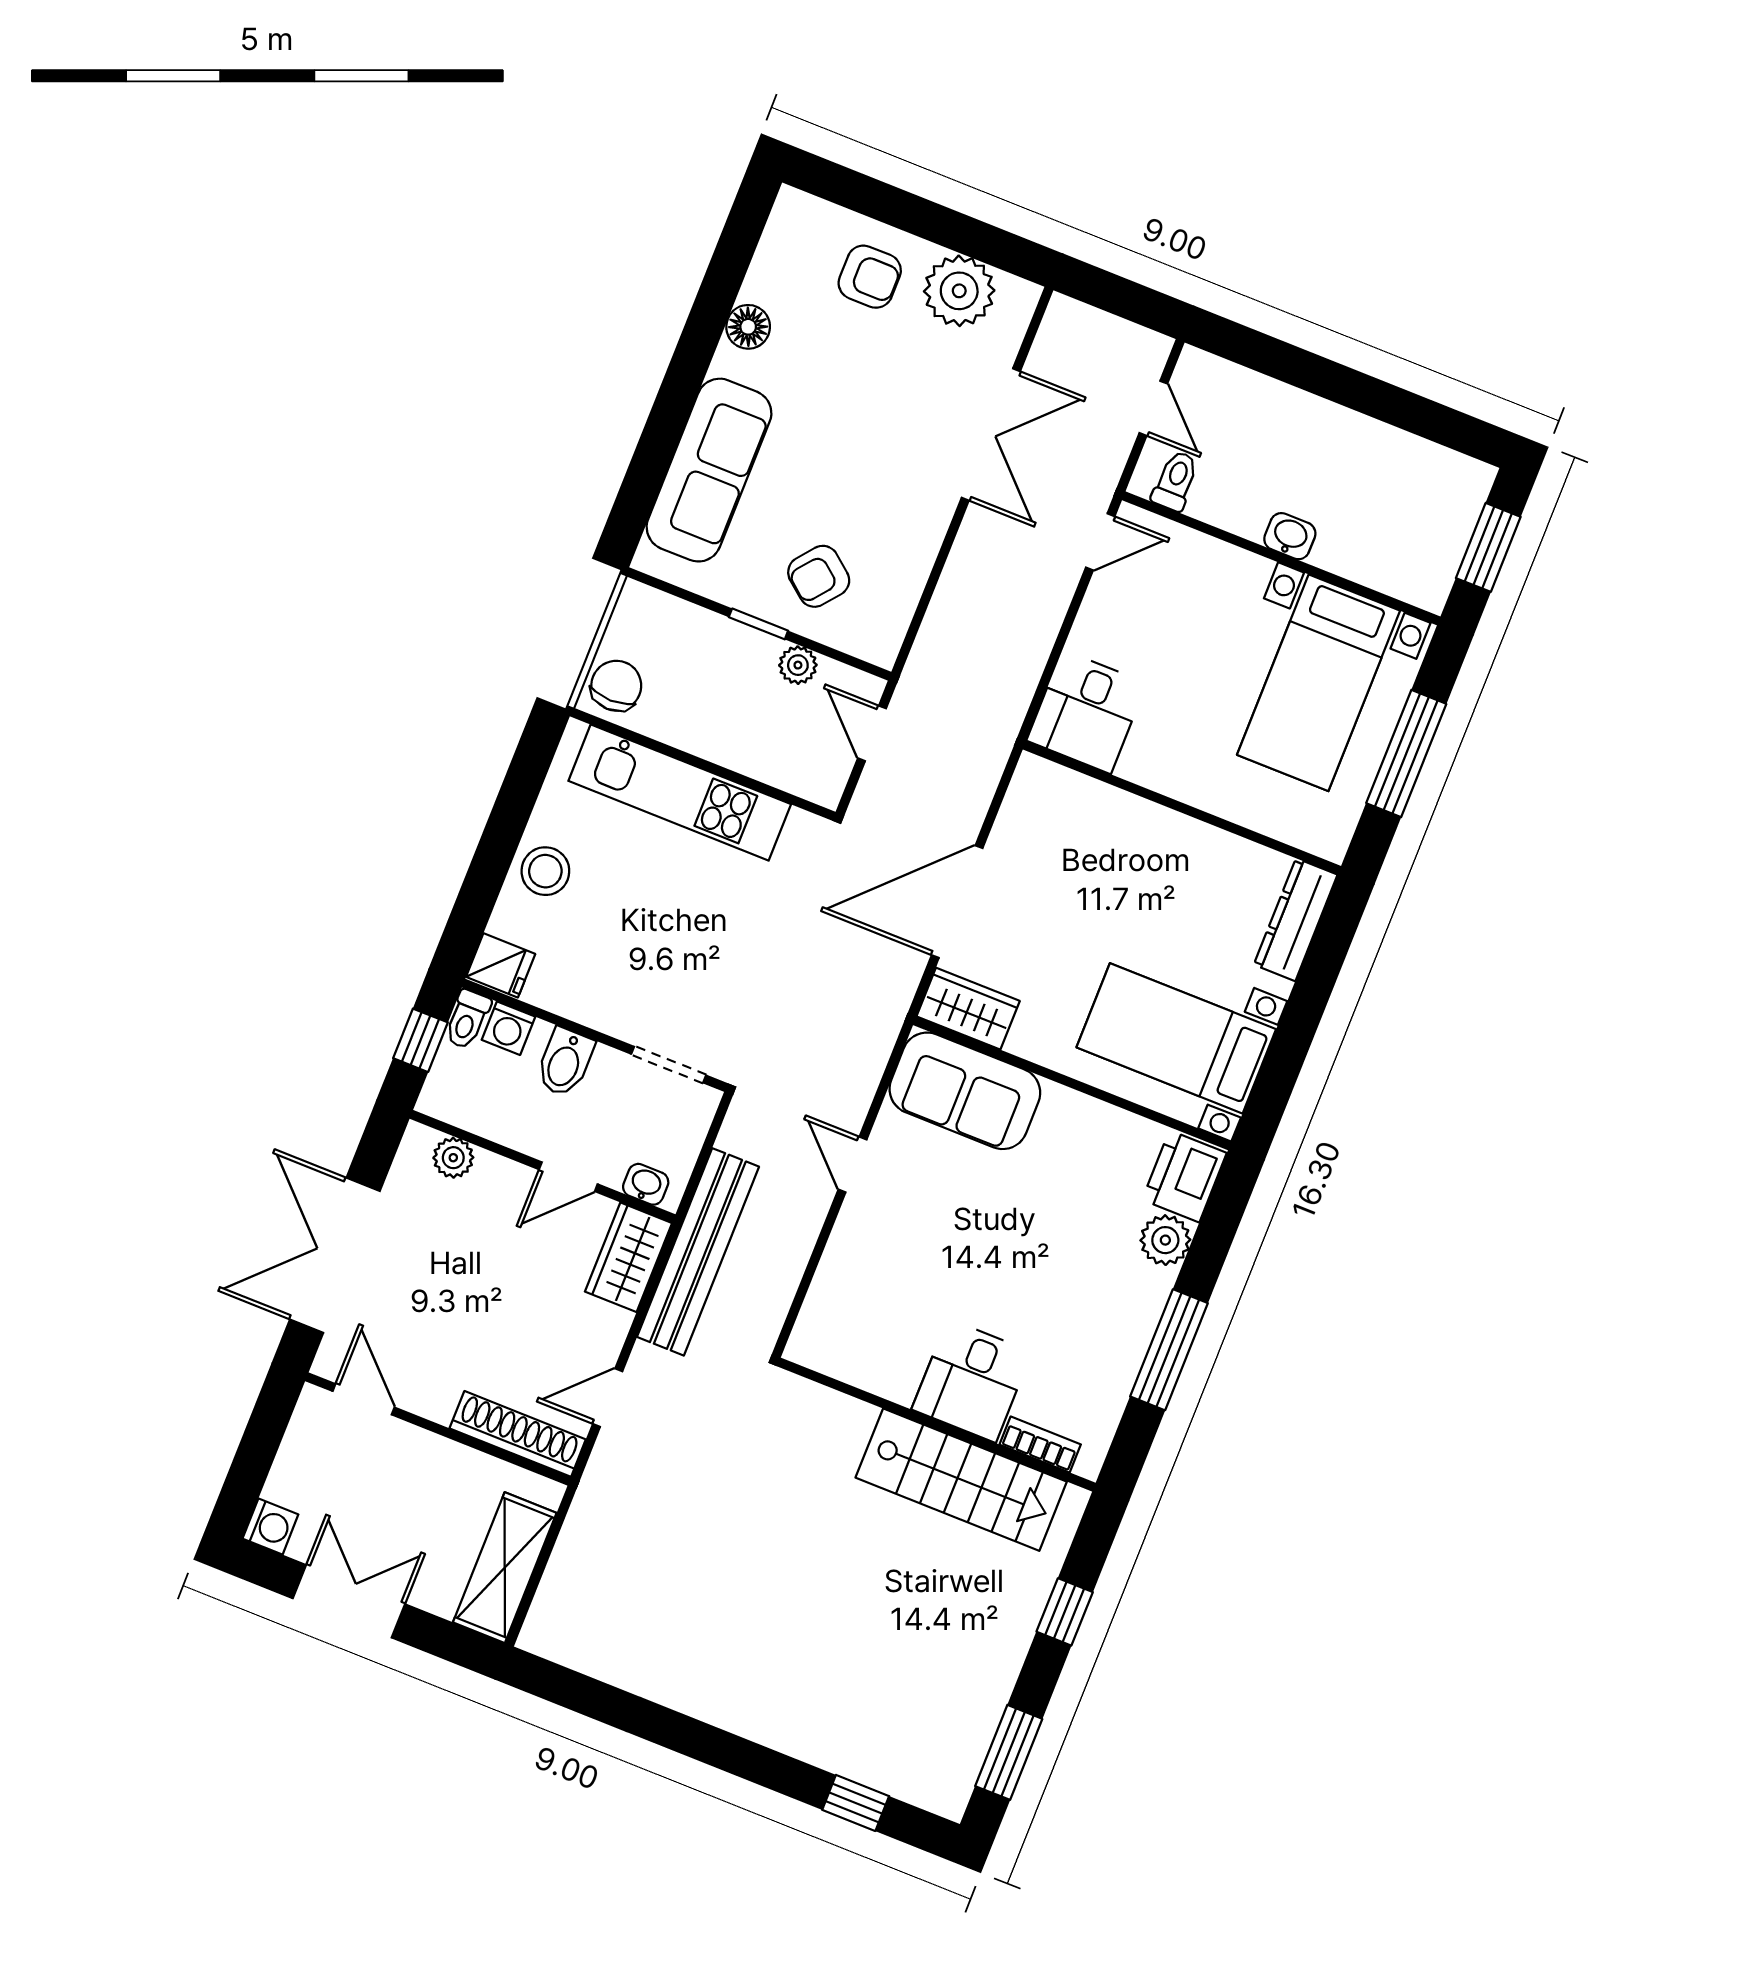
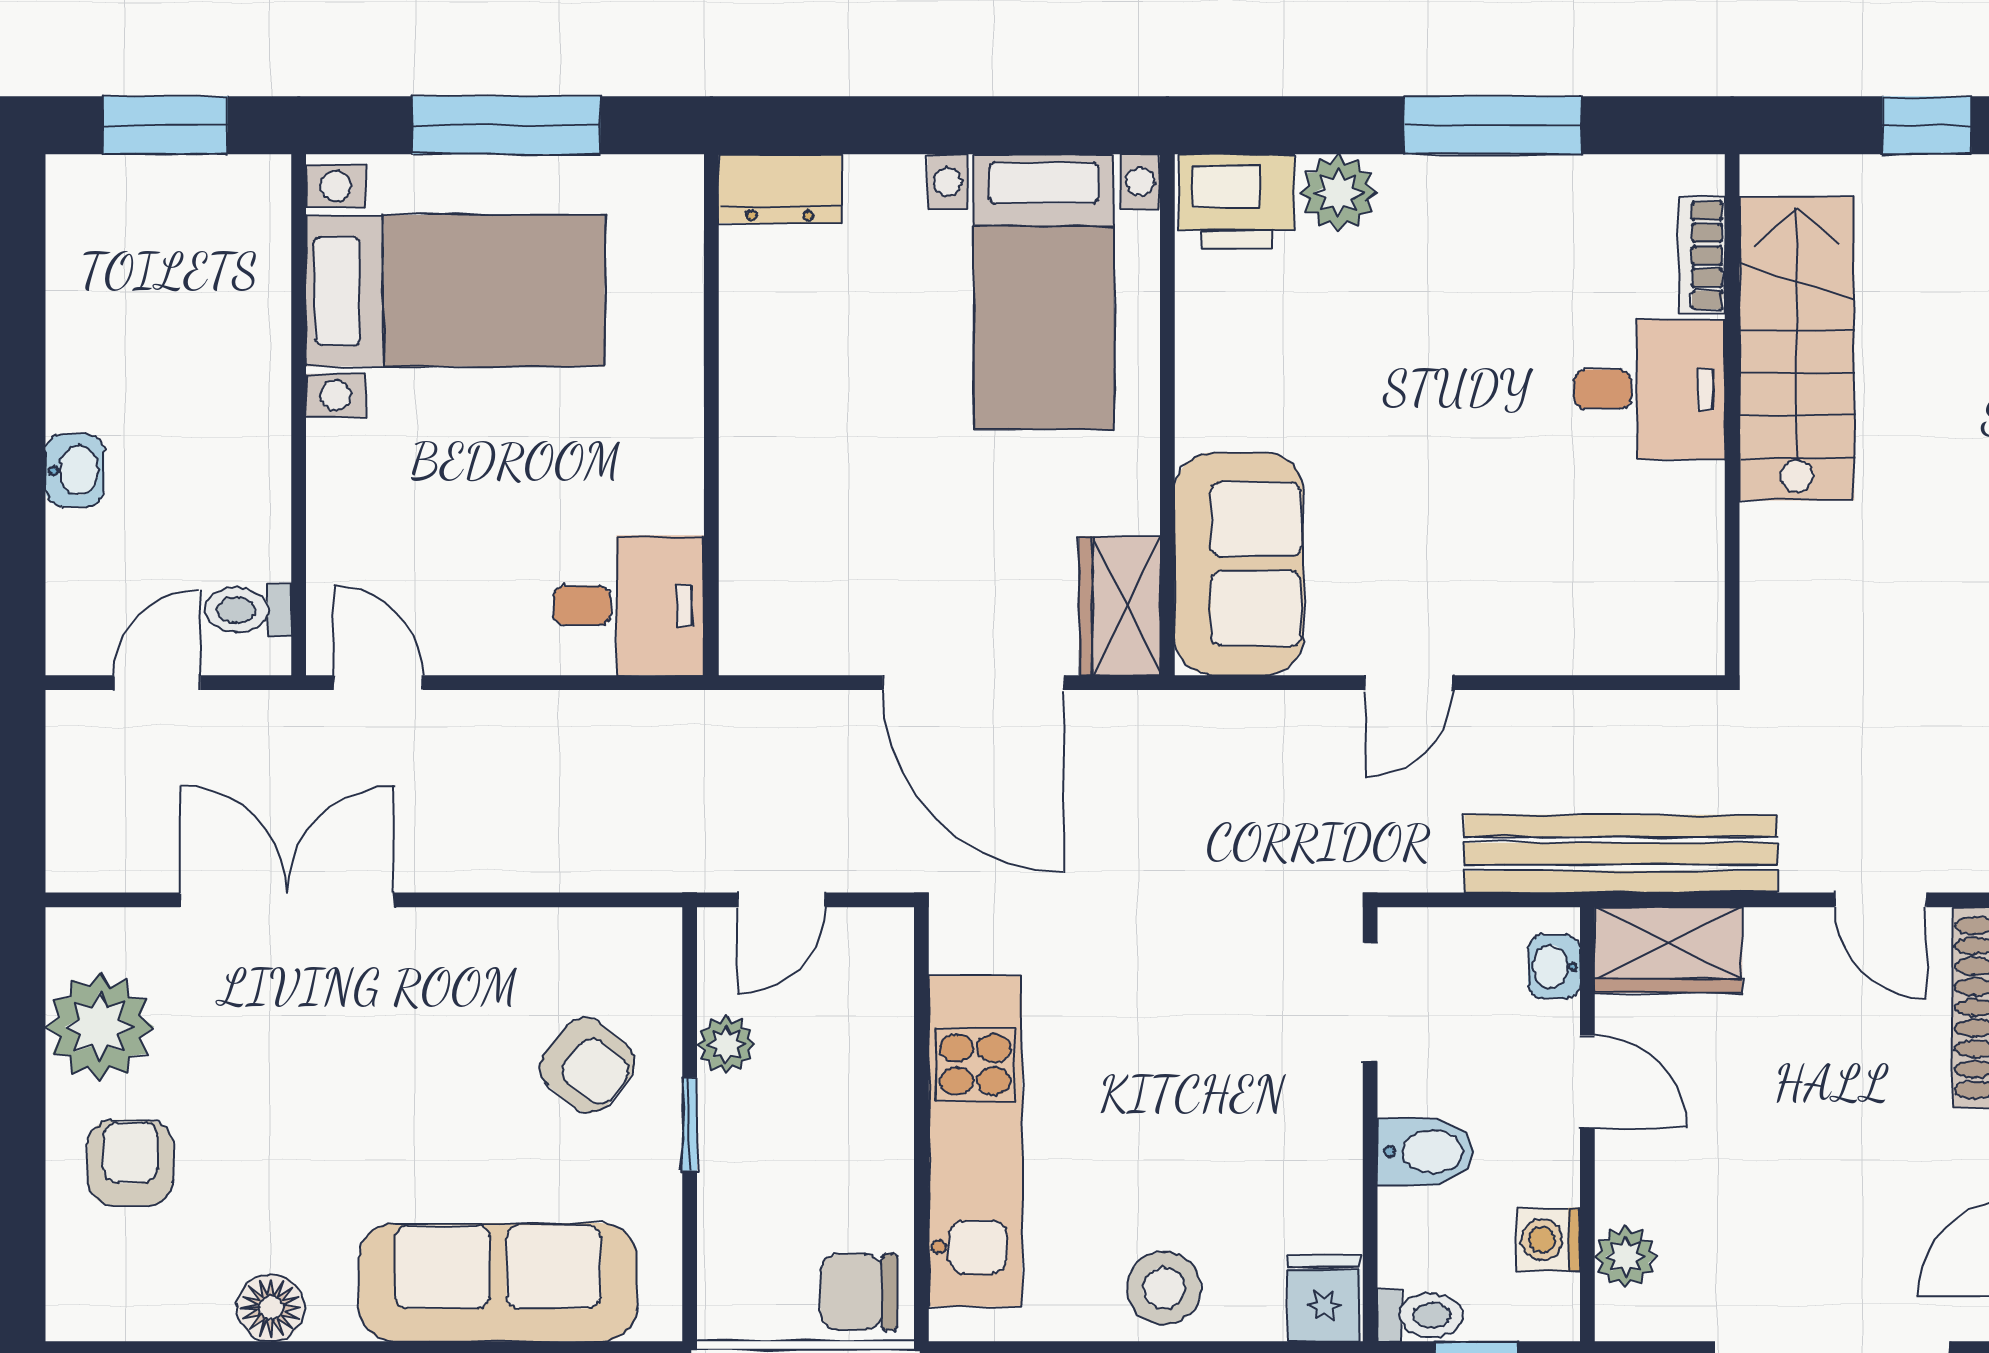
washbasin: (1290, 536) -> (75, 470), moved, turned 180
dresser: (1296, 920) -> (780, 189), width x0.70
washing machine: (508, 1028) -> (1548, 1240), moved, turned 180

